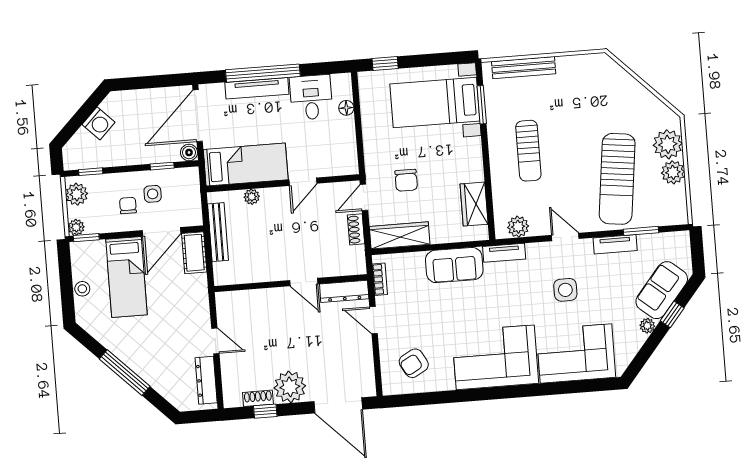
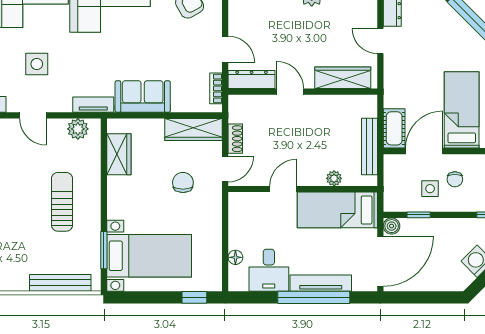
wardrobe: (251, 300) -> (343, 78), added

